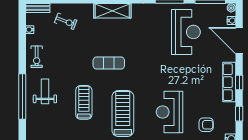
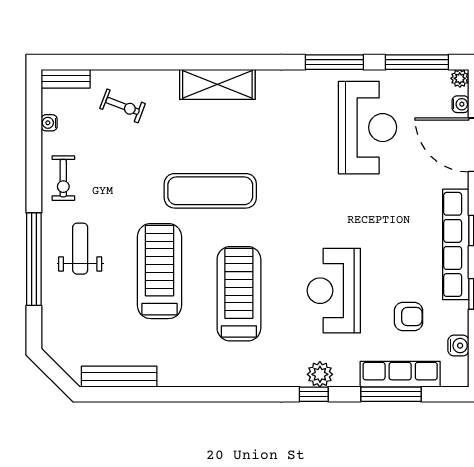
exercise mat: (109, 63) -> (210, 191), width x1.36, depth x1.45
row of seats: (229, 82) -> (456, 244), width x1.36
treadmill: (84, 102) -> (159, 271), width x1.37, depth x1.38

